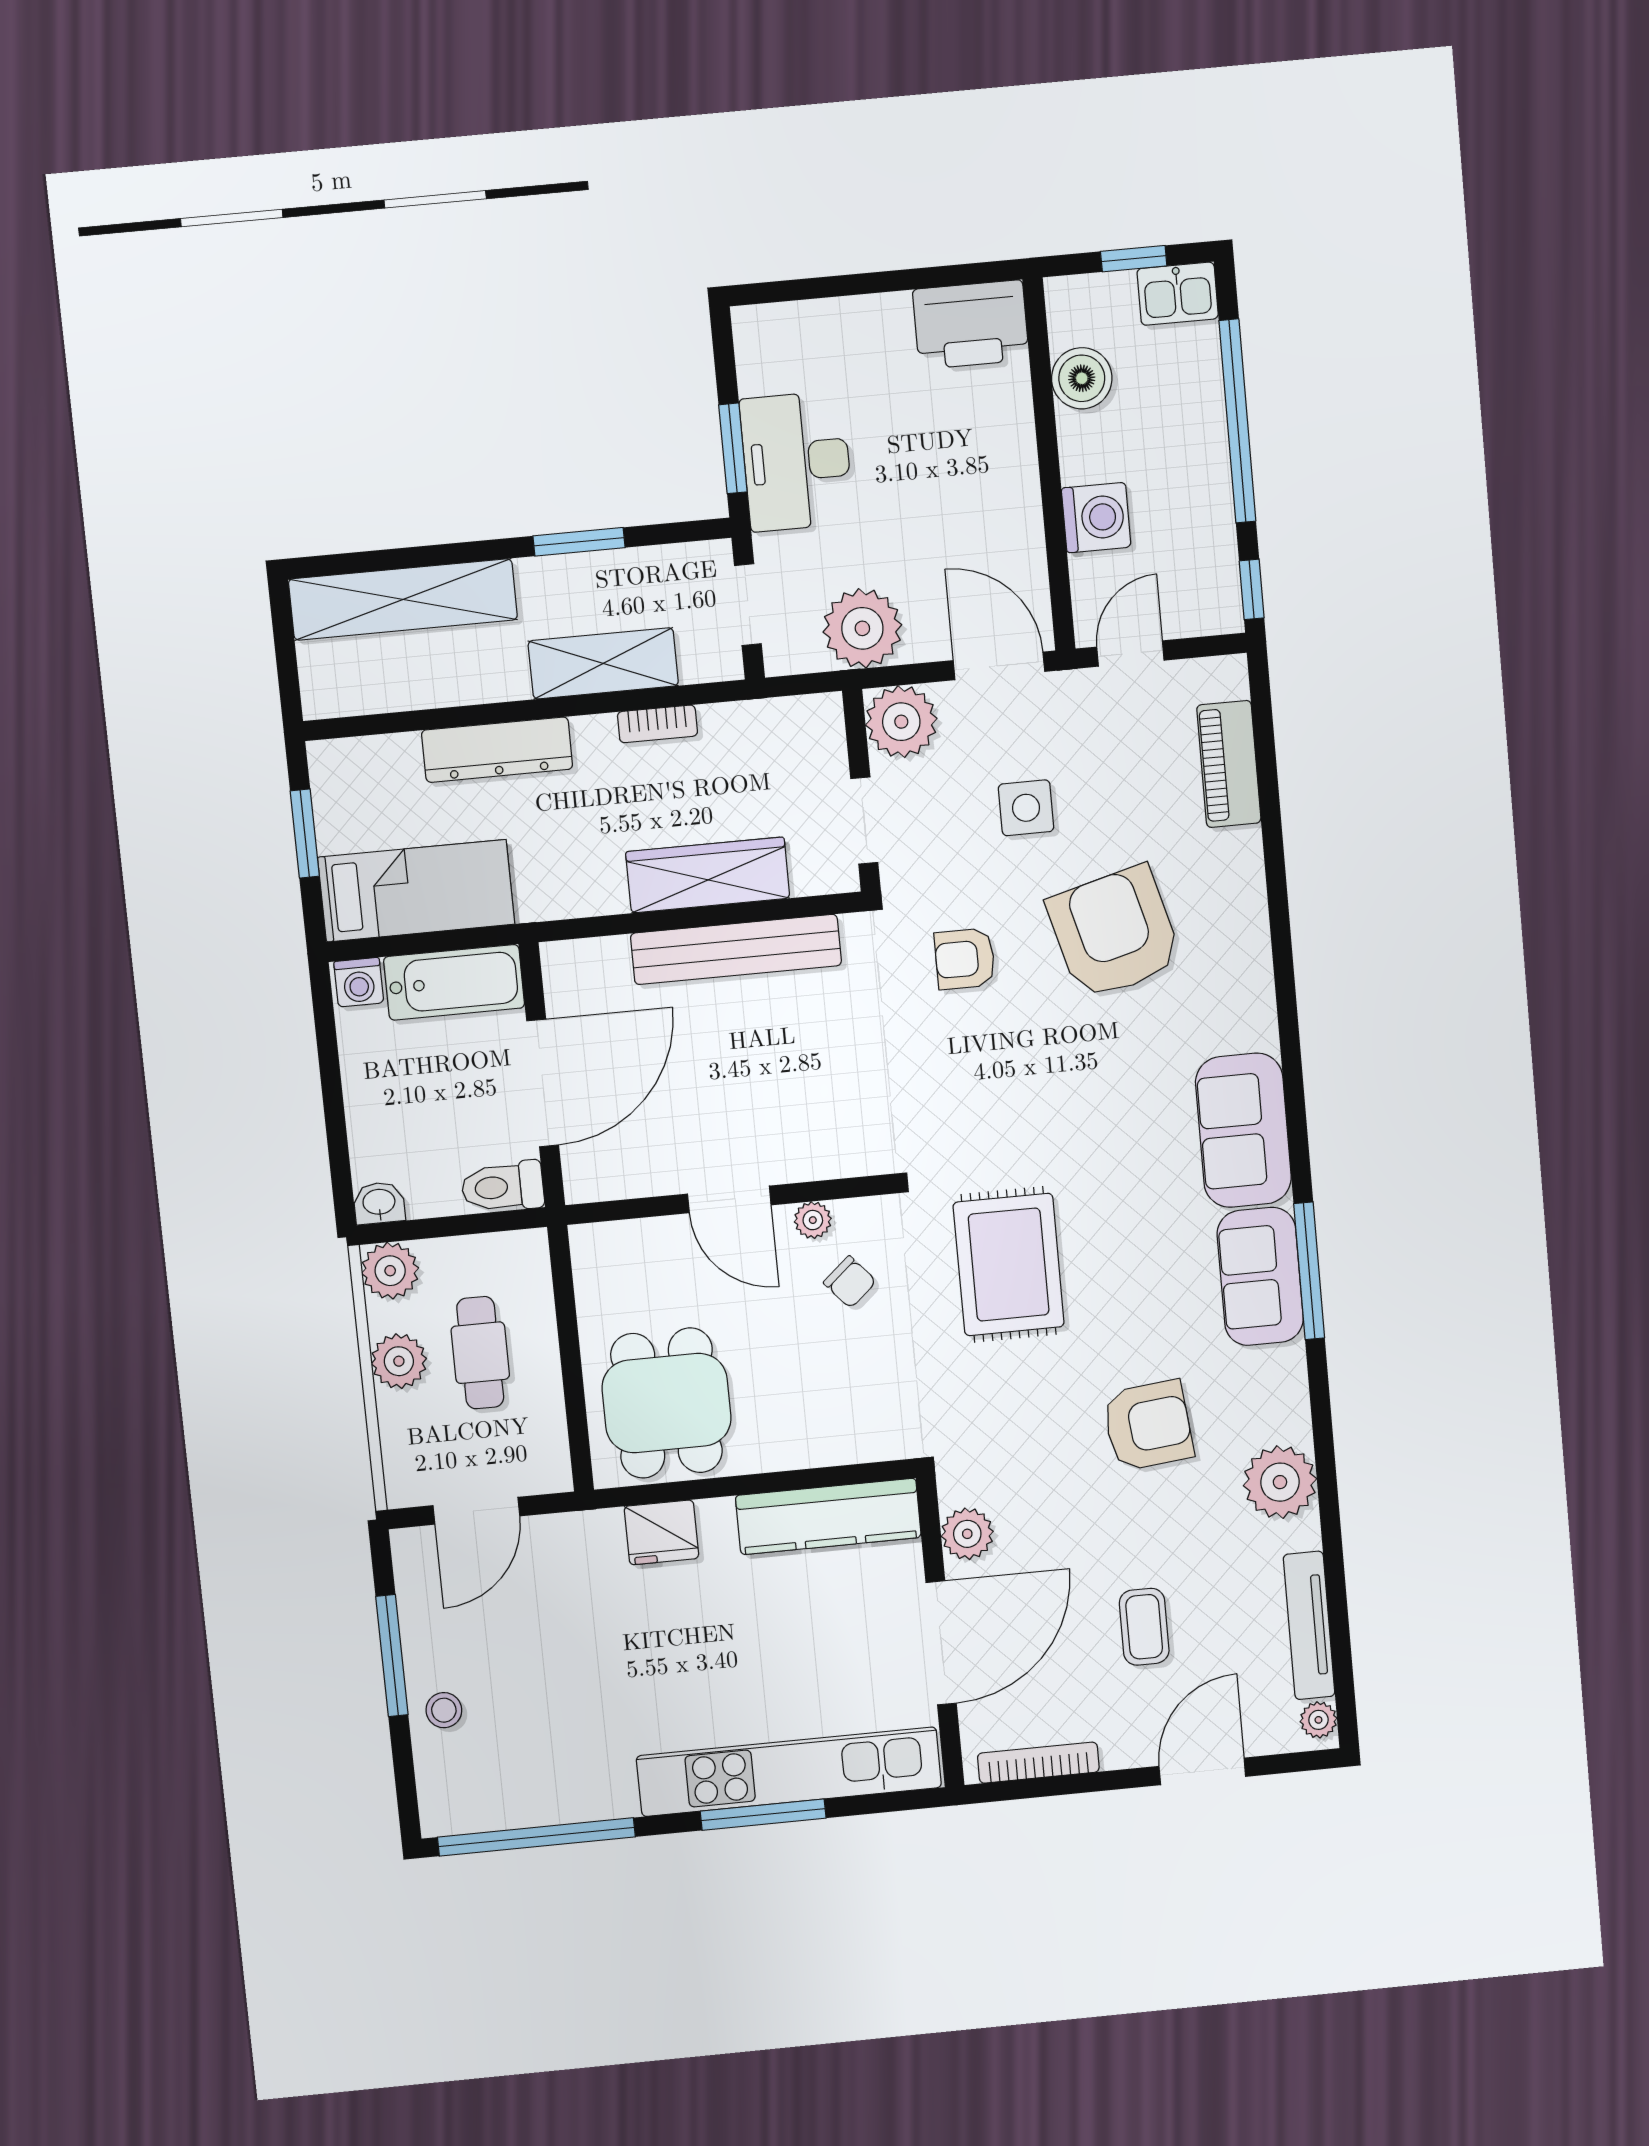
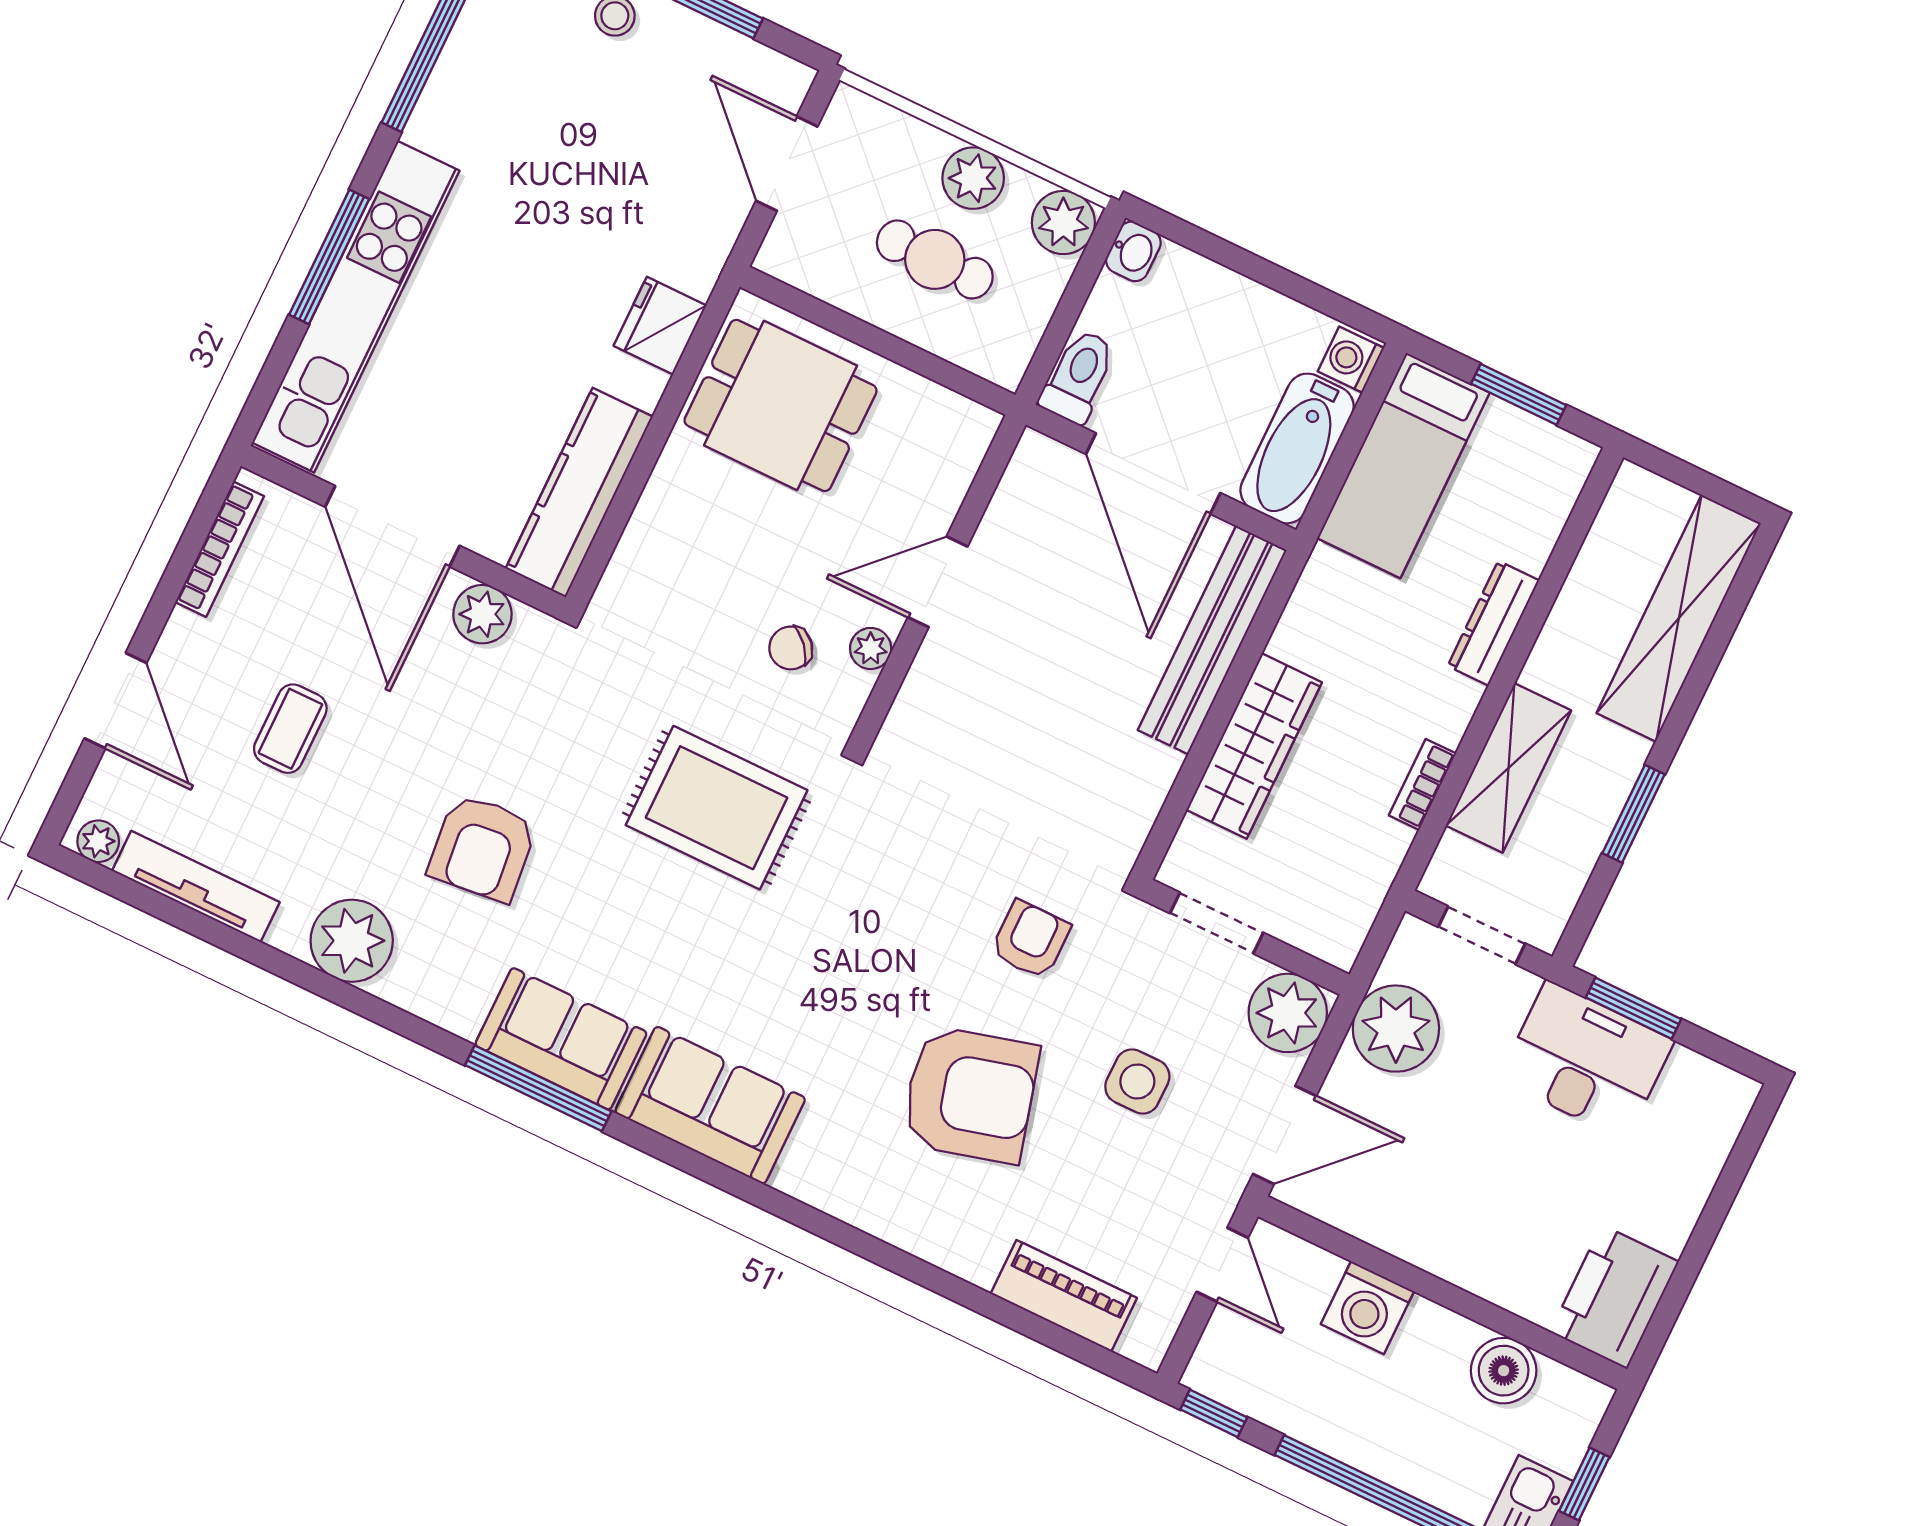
dresser: (497, 750) -> (1493, 623), width x0.73, depth x0.80
bench: (736, 949) -> (1212, 640), moved
coffee table: (1144, 1627) -> (290, 729), turned 90

